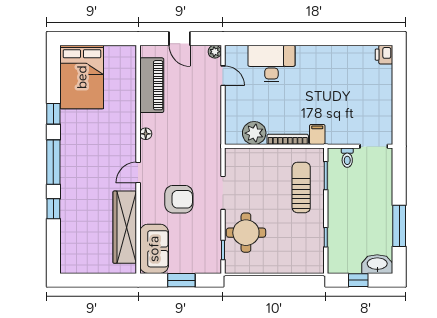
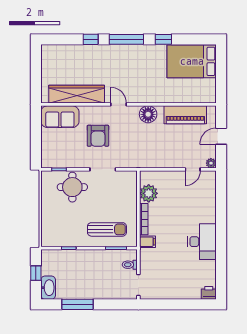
desk: (271, 64) -> (202, 242), moved
floor lamp: (146, 134) -> (148, 114), width x1.89, depth x1.89
window: (181, 280) -> (36, 138), removed

